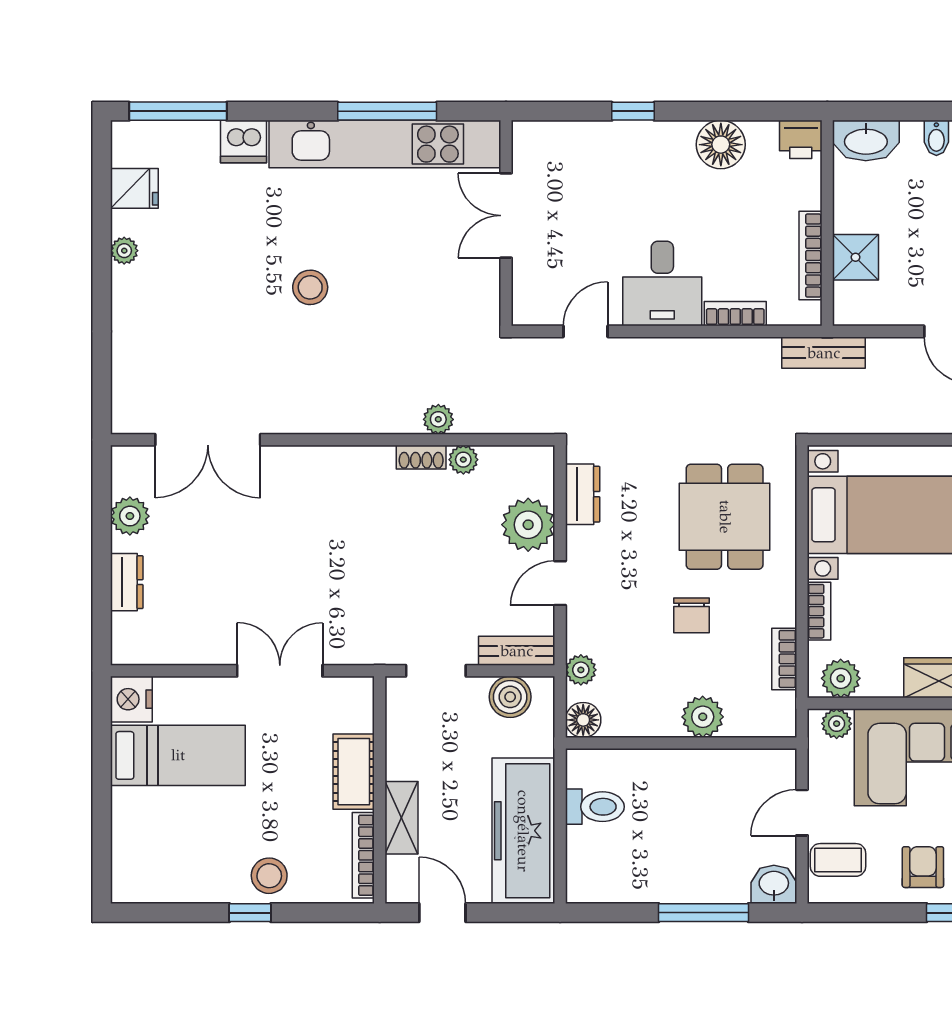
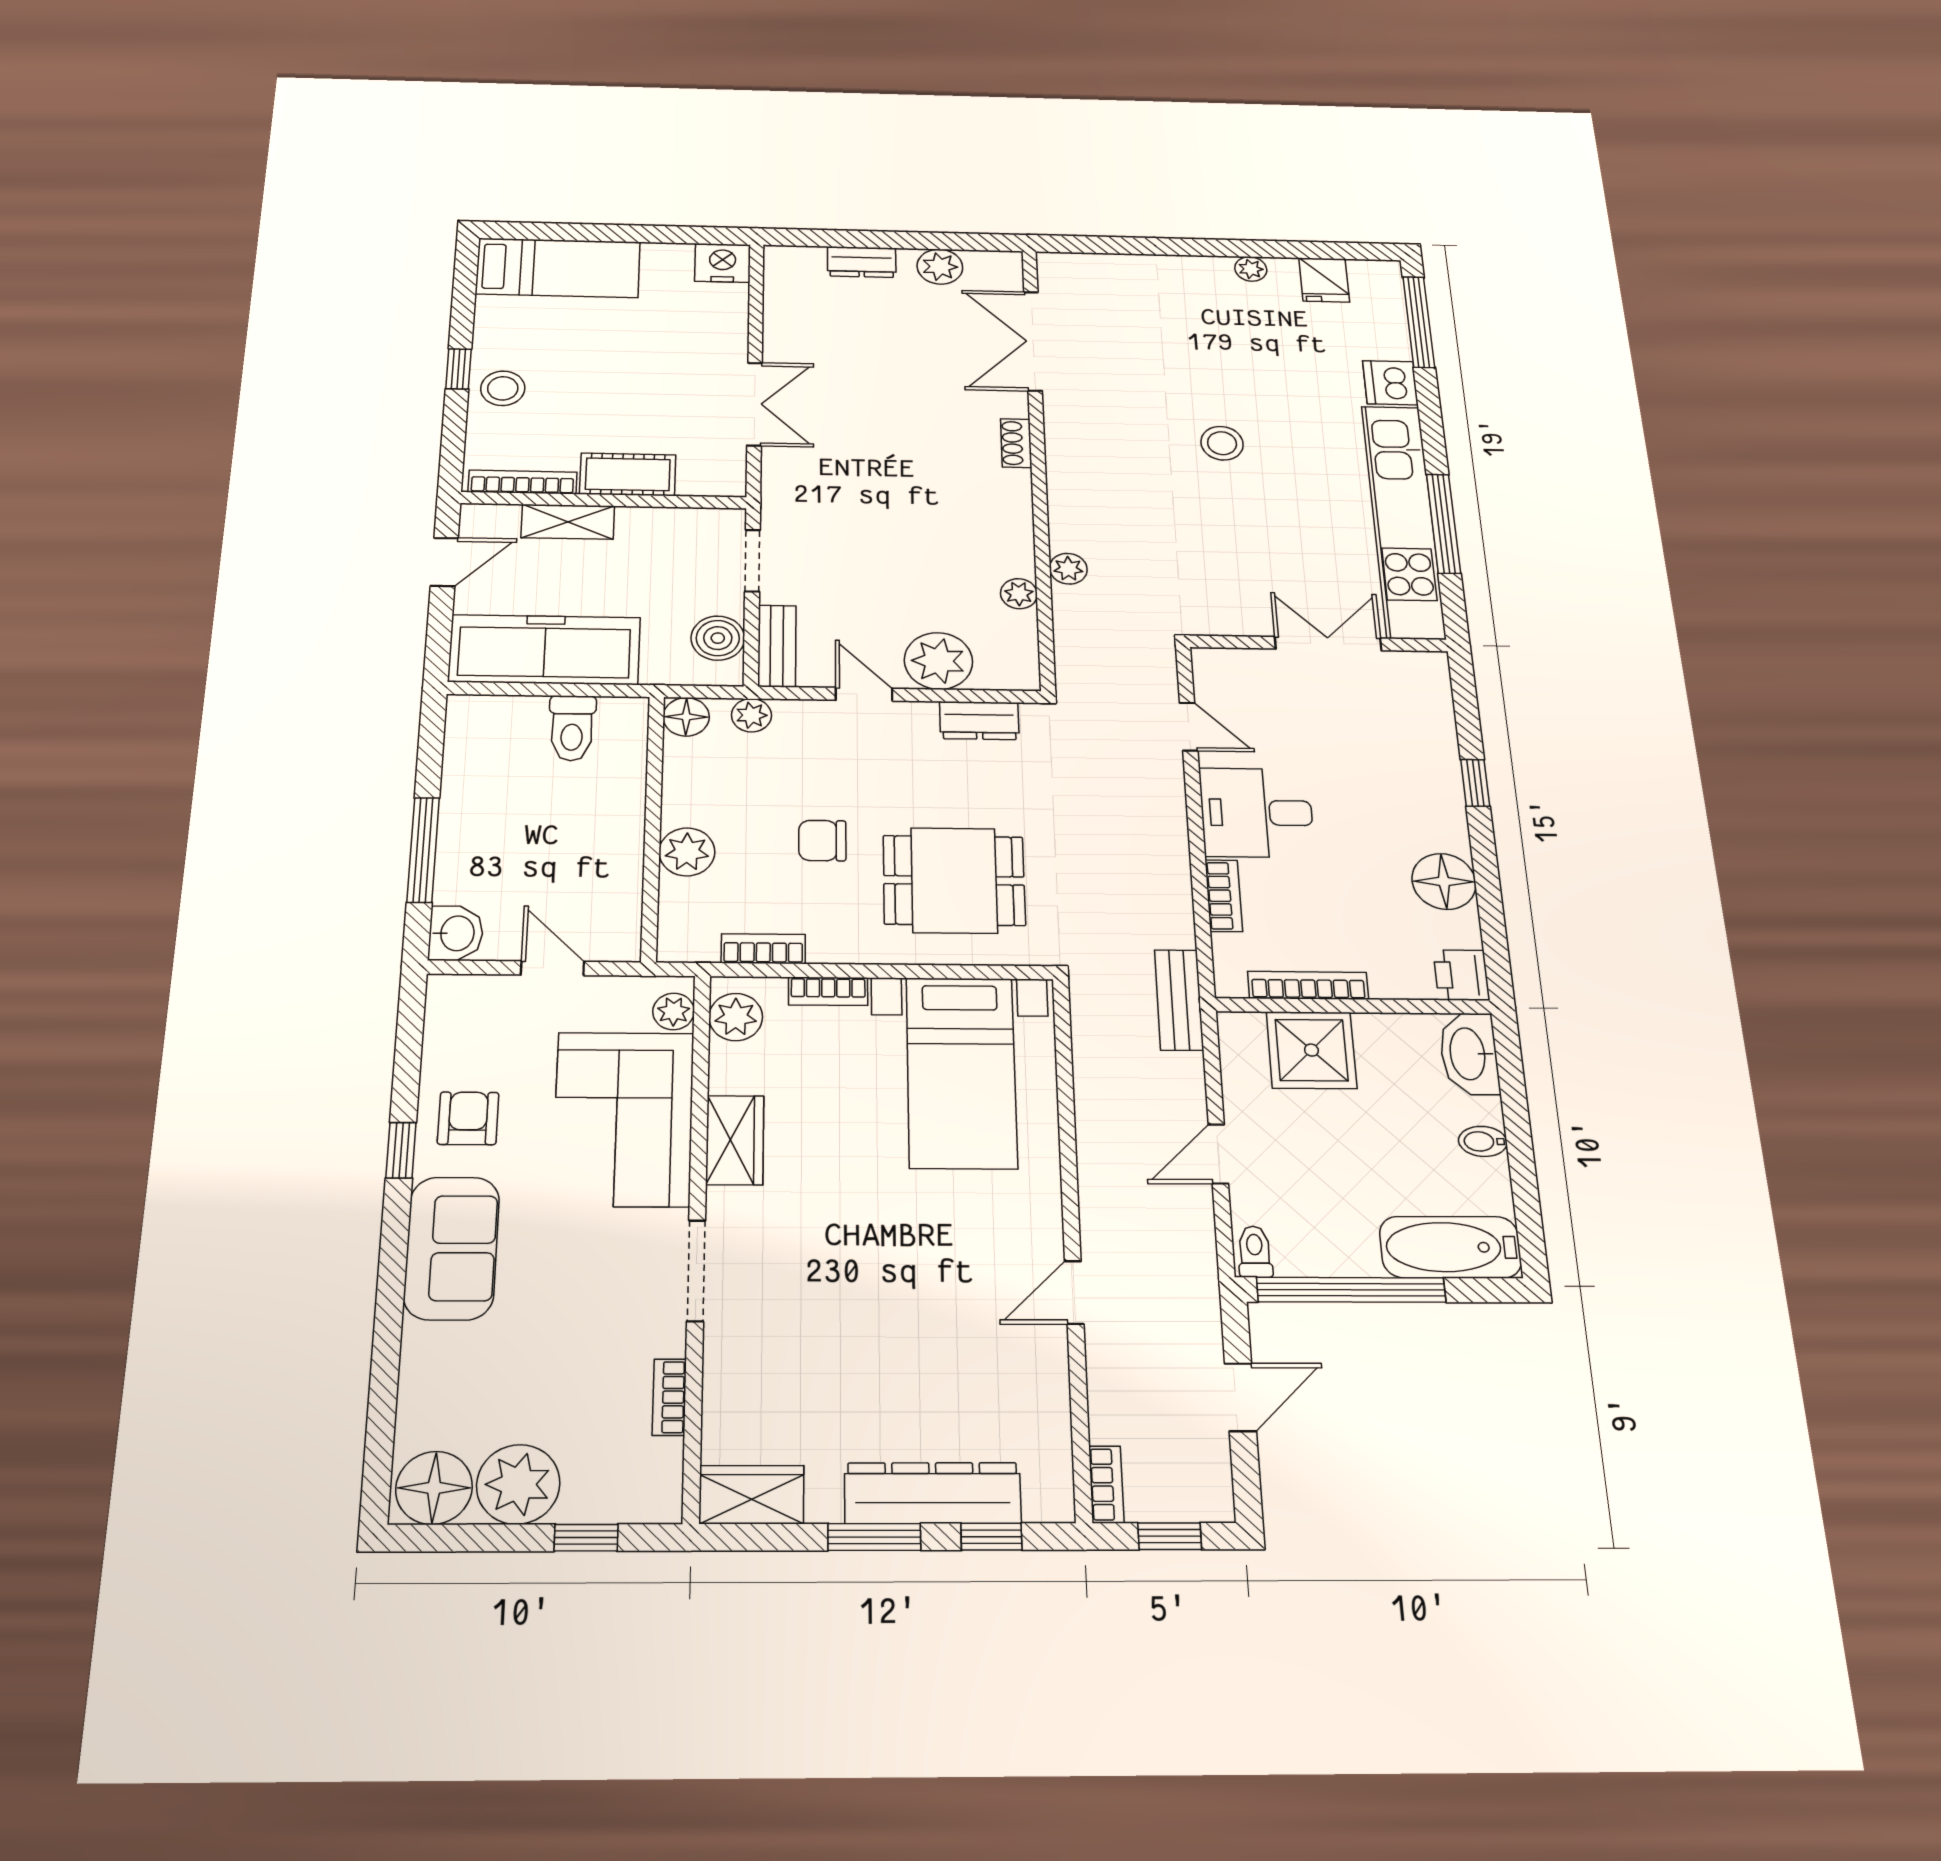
shower: (856, 257) -> (1311, 1050), width x1.36, depth x1.36
shoe rack: (421, 457) -> (1016, 443), moved
bed: (178, 755) -> (558, 268), moved, turned -90
coffee table: (838, 860) -> (485, 1012), removed
armchair: (923, 867) -> (468, 1118), turned -90

